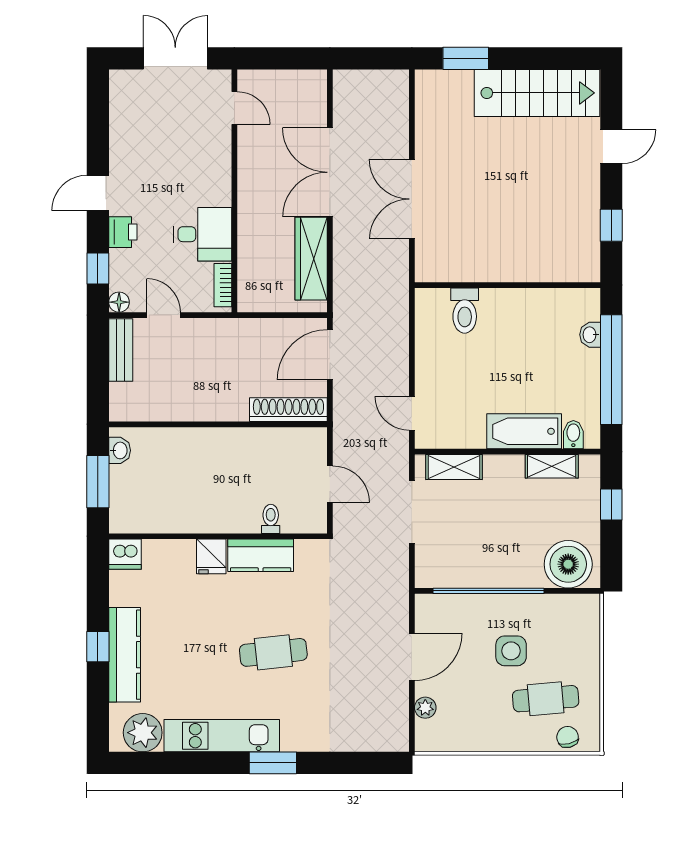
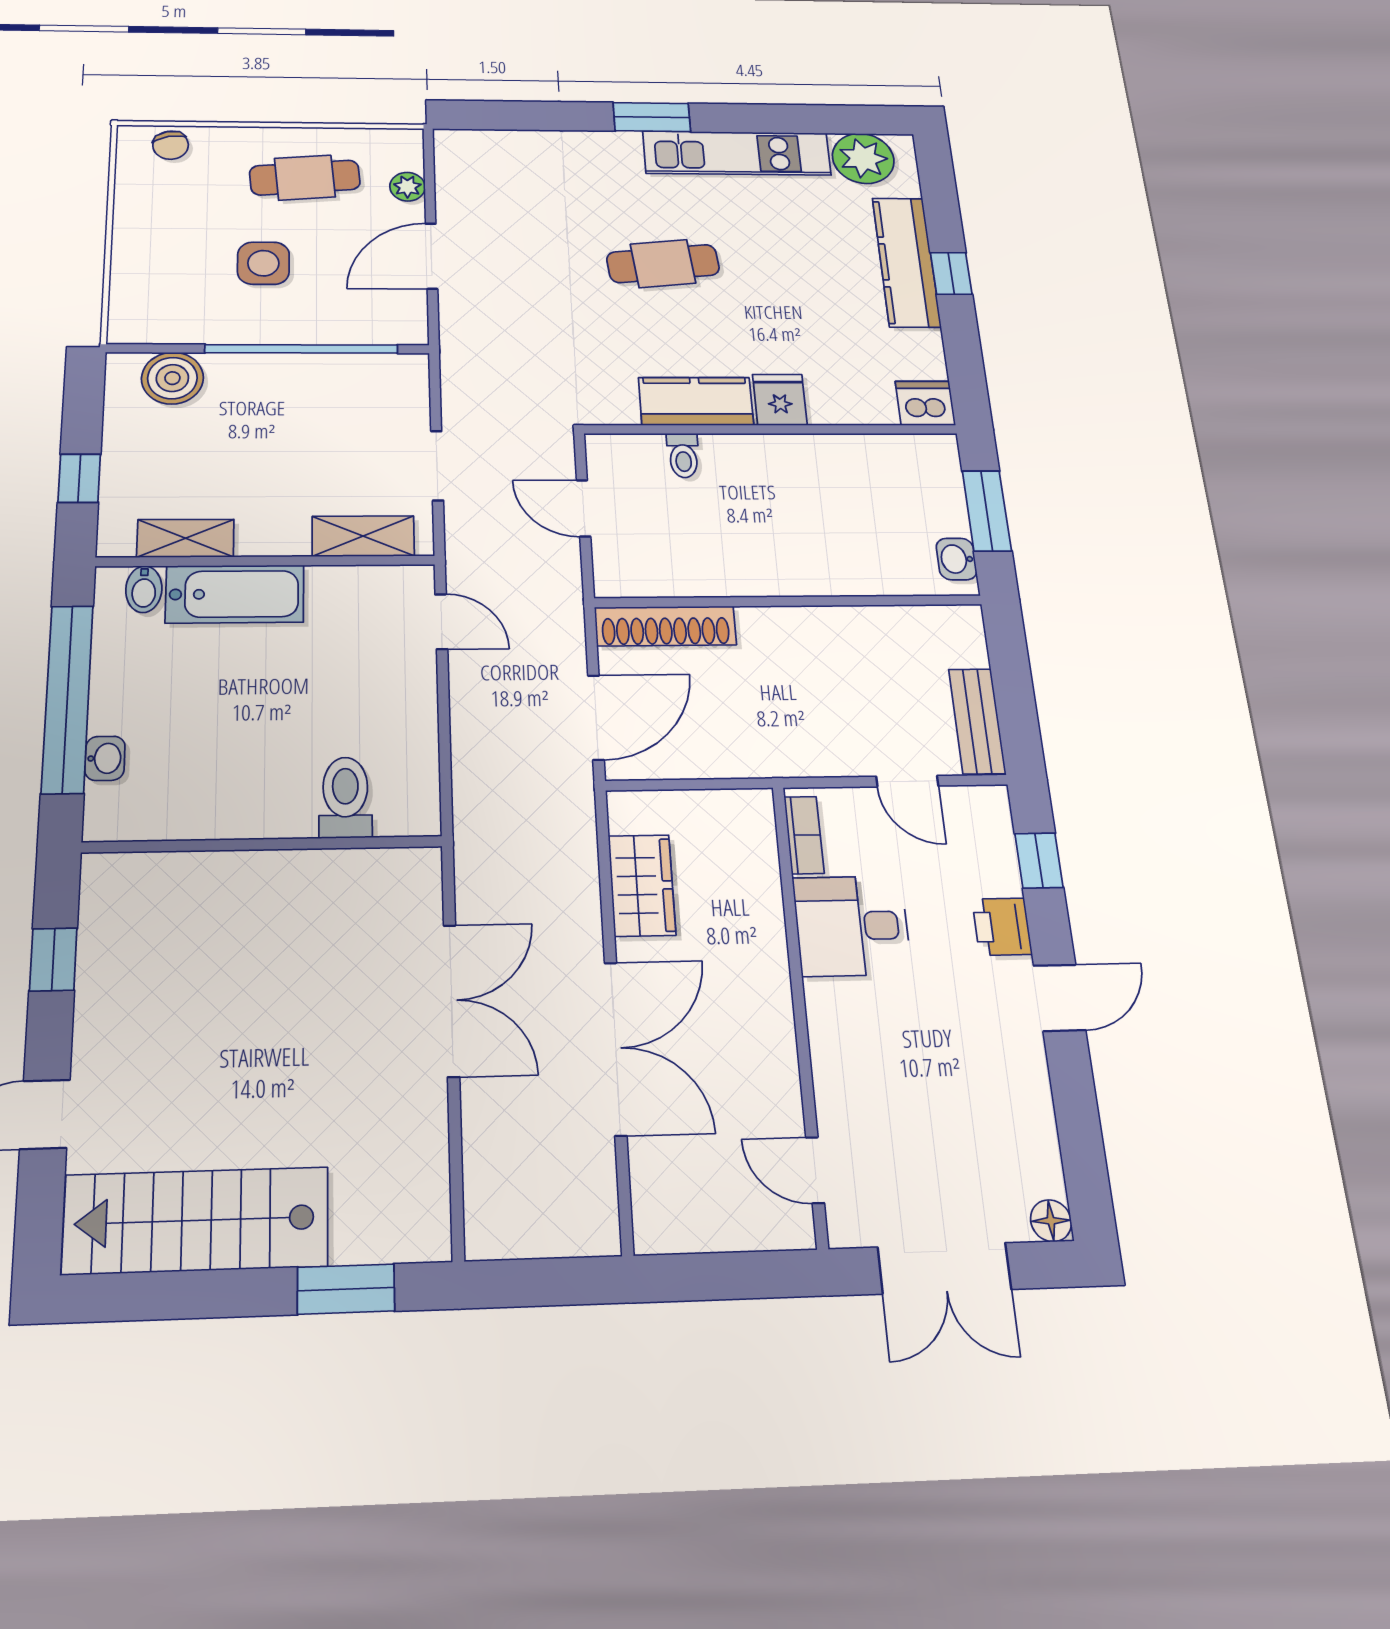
wardrobe: (311, 259) -> (642, 885), width x0.67
floor lamp: (119, 302) -> (1051, 1221), moved
doorway: (412, 512) -> (437, 466), width x0.73
boiler: (568, 564) -> (172, 378), width x0.73, depth x0.73
cafe table: (546, 699) -> (305, 178), moved

